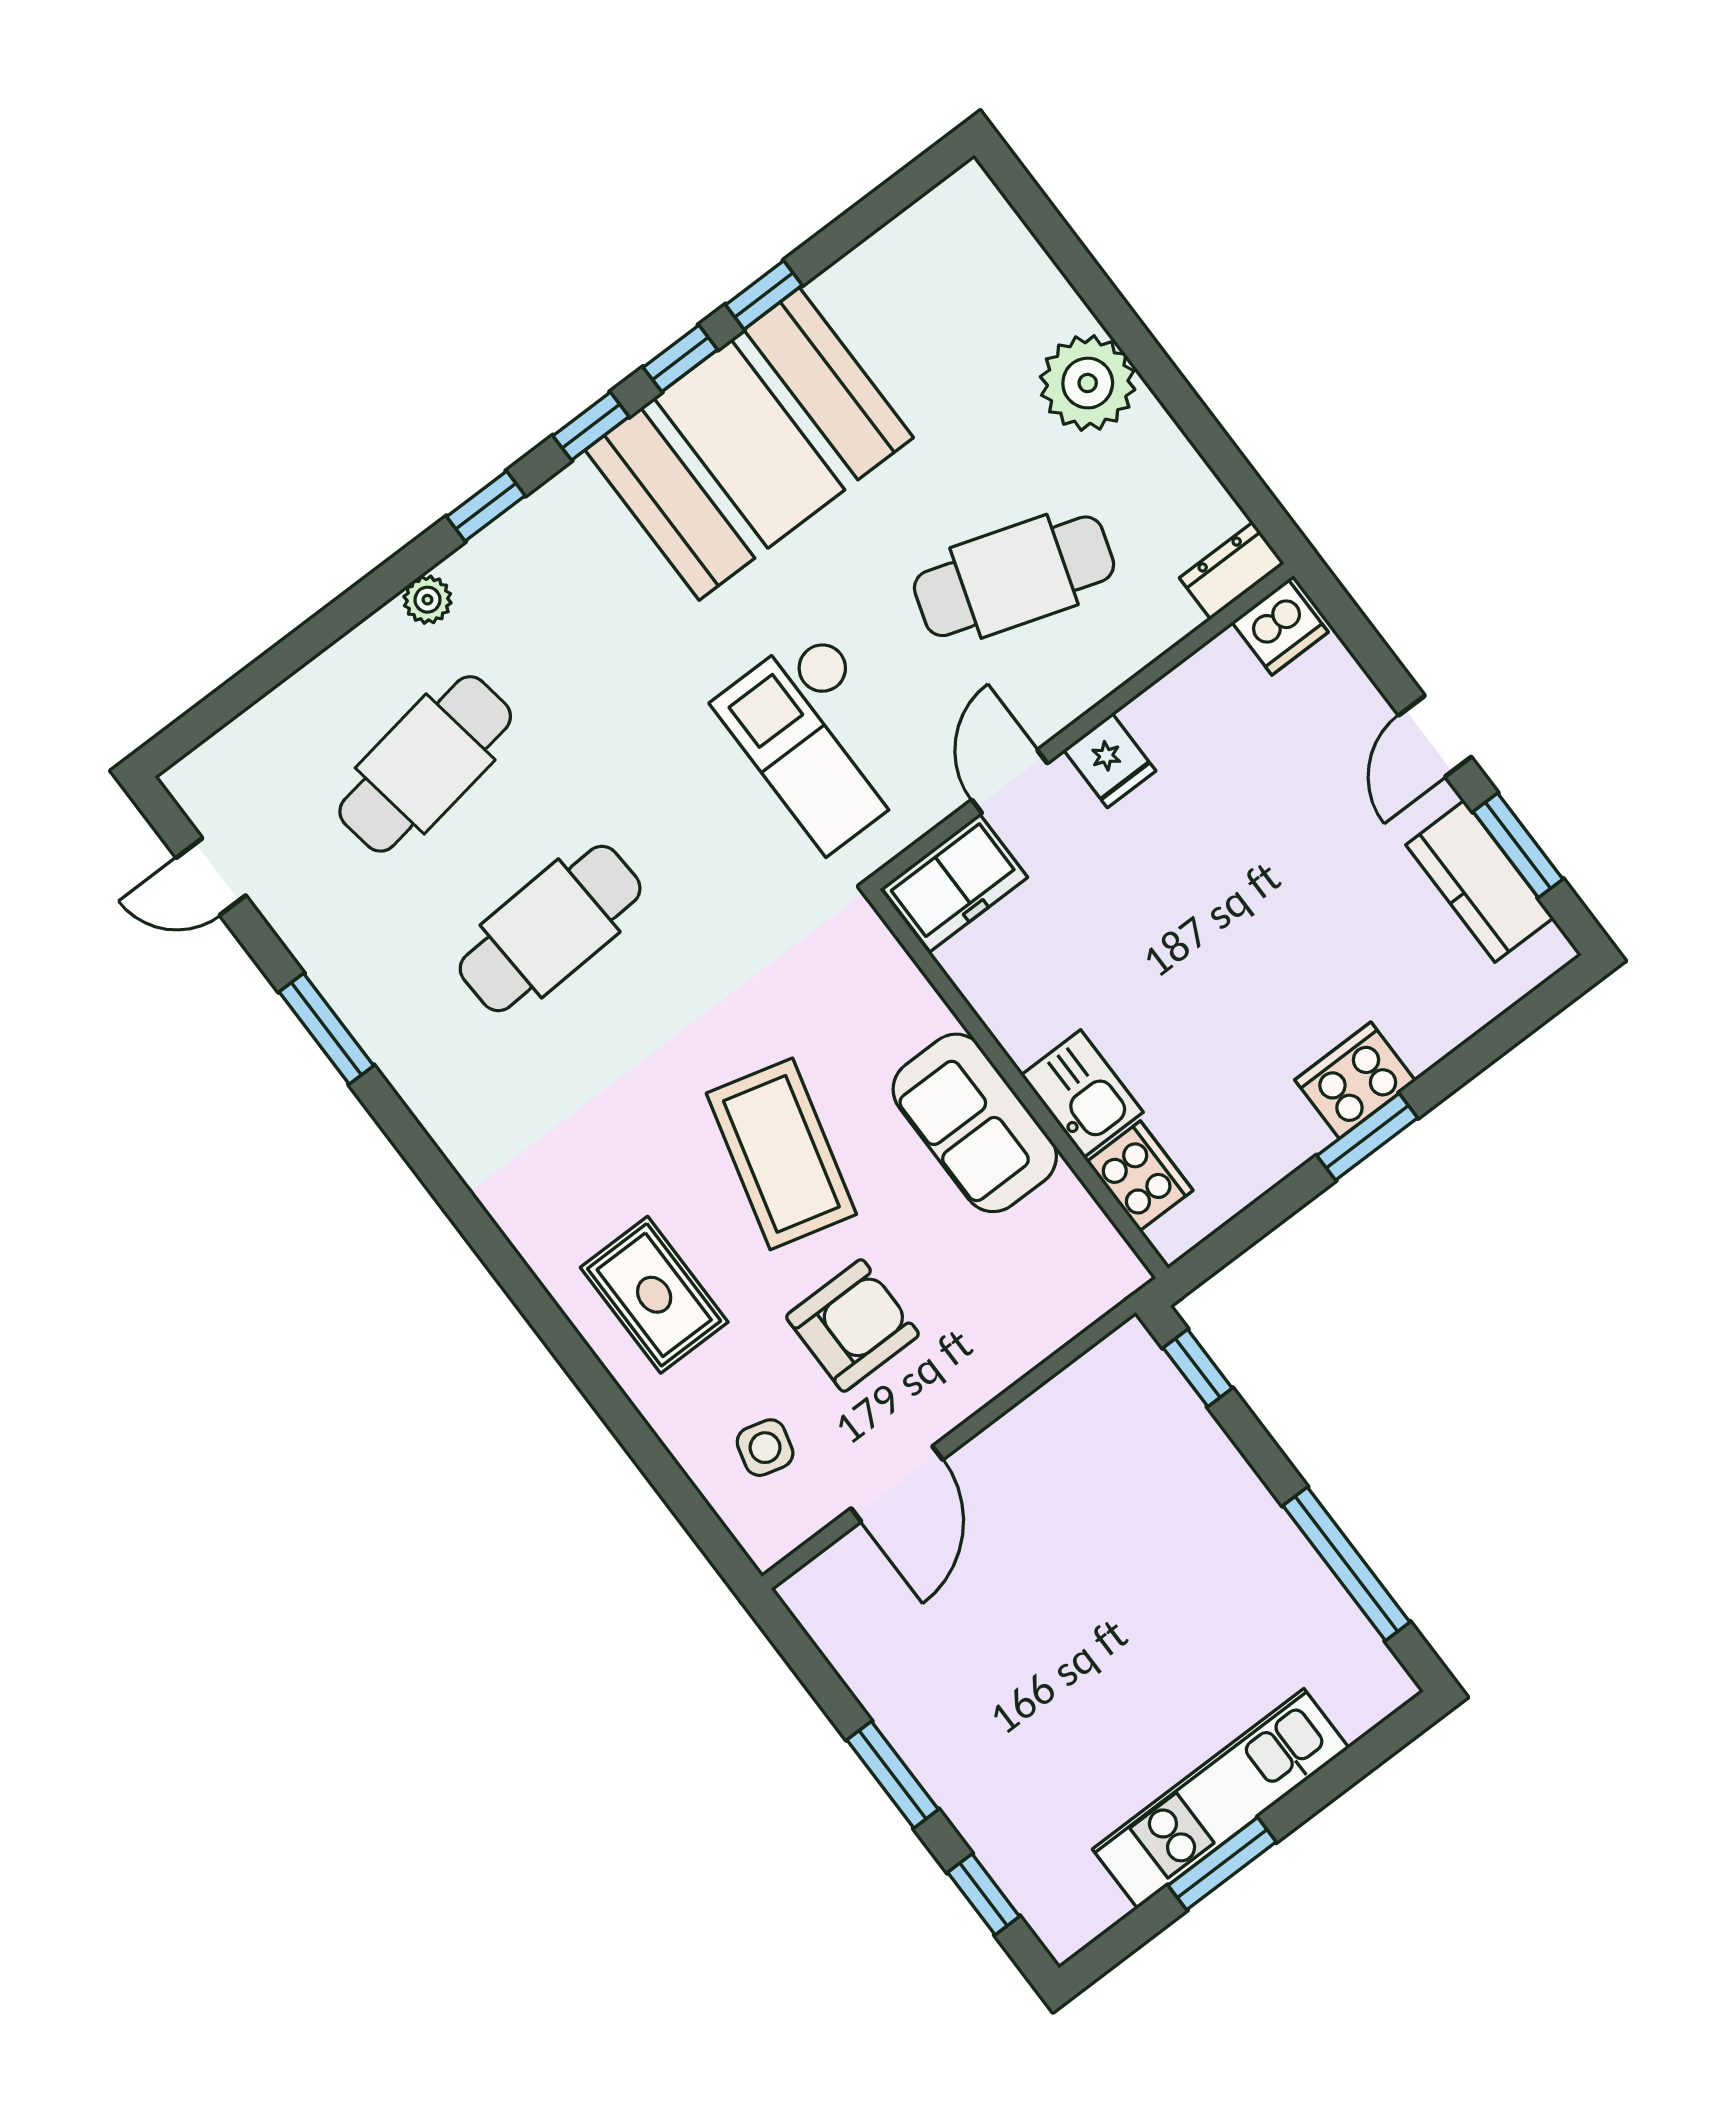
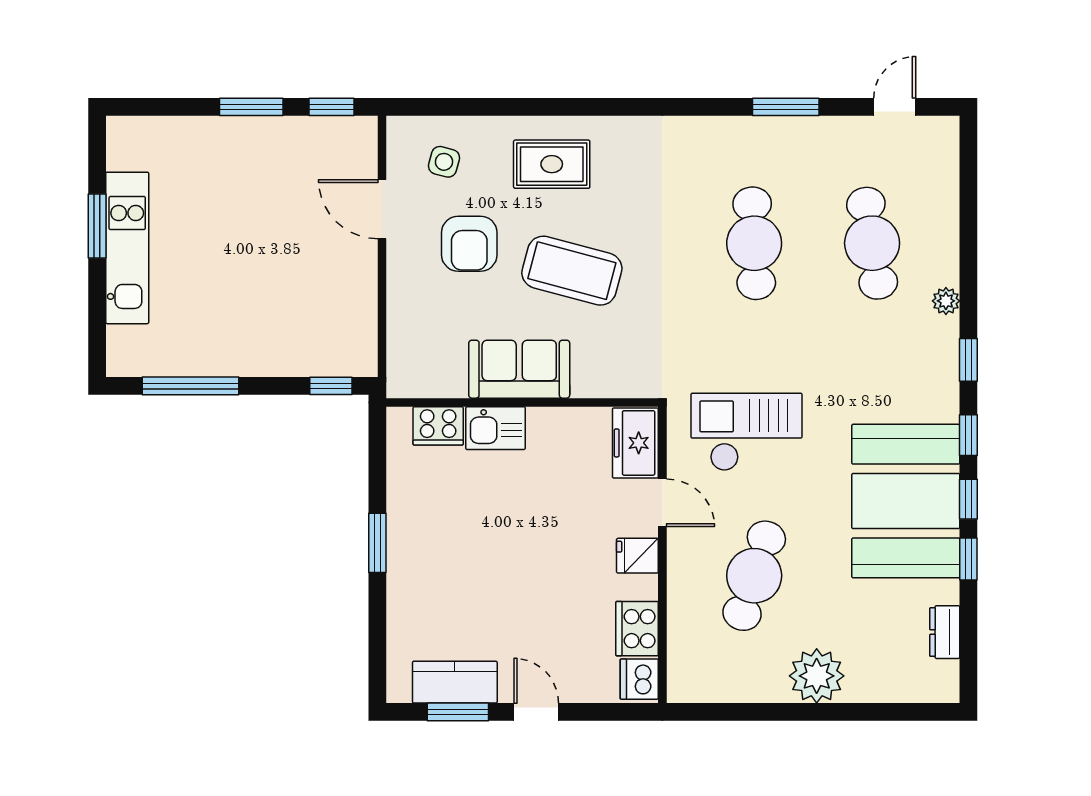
dresser: (1232, 571) -> (945, 632), moved, turned 180
cooker: (1355, 1080) -> (637, 629), moved, turned 180
window: (984, 1894) -> (332, 107), moved

